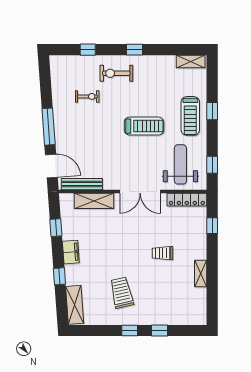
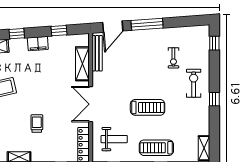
window: (88, 50) -> (214, 43), moved
treadmill: (144, 126) -> (148, 107), turned -90
weight bench: (180, 164) -> (114, 139), width x0.73, depth x0.75

